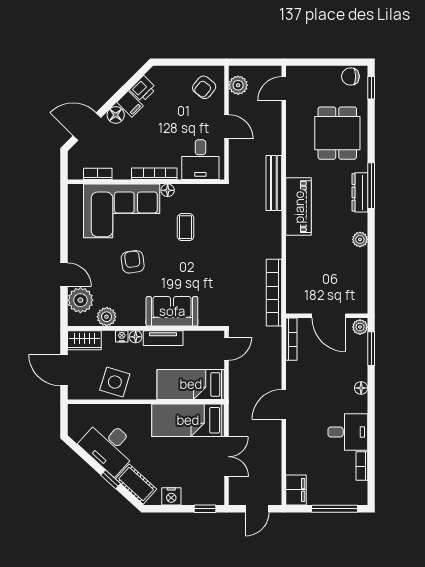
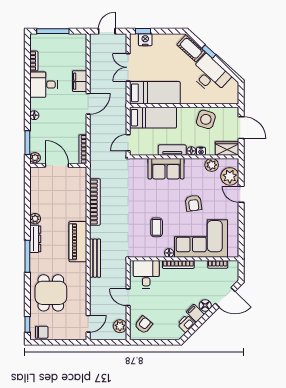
dresser: (360, 192) -> (35, 239), moved
bookcase: (274, 293) -> (95, 202), moved
filing cabinet: (296, 490) -> (80, 81), moved
nightstand: (171, 496) -> (145, 40), moved

